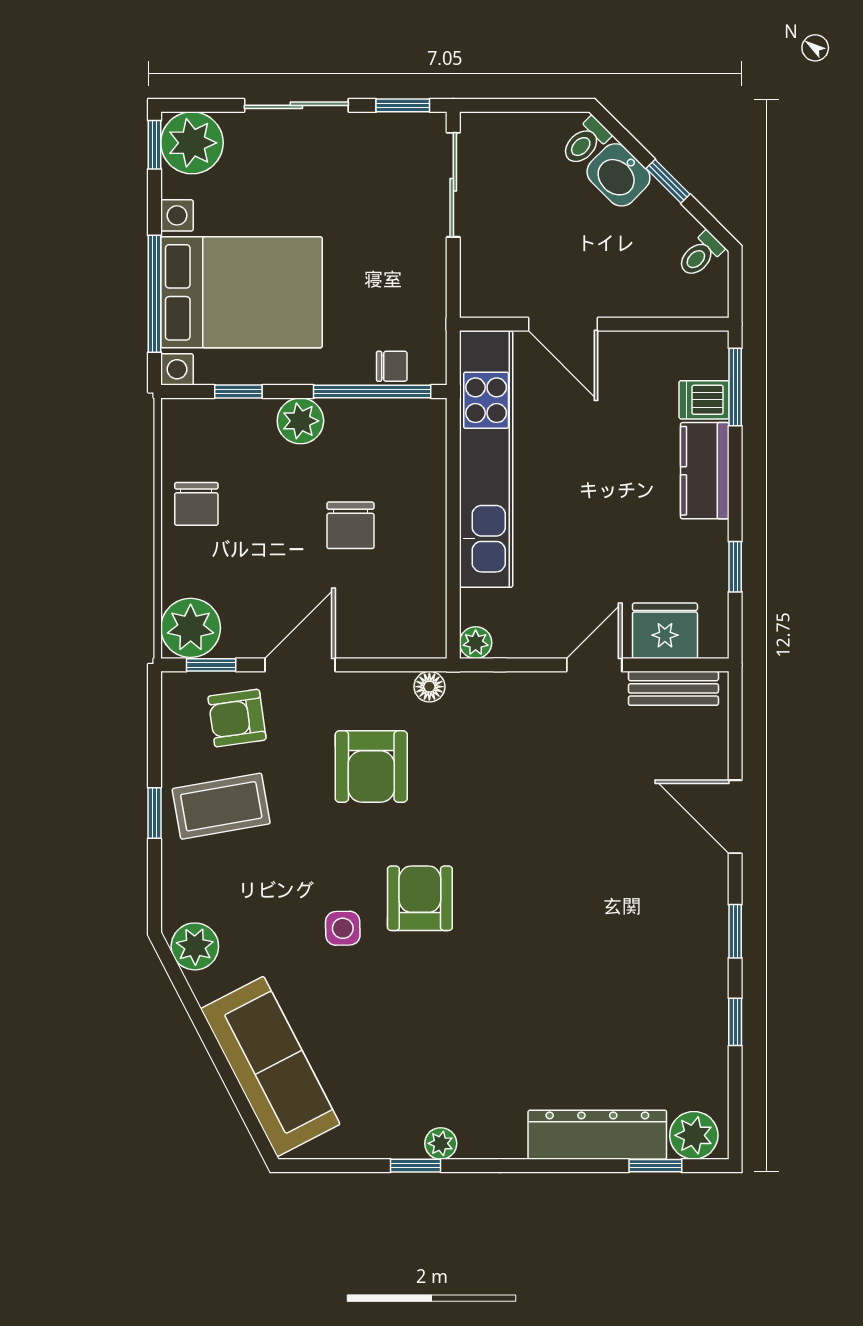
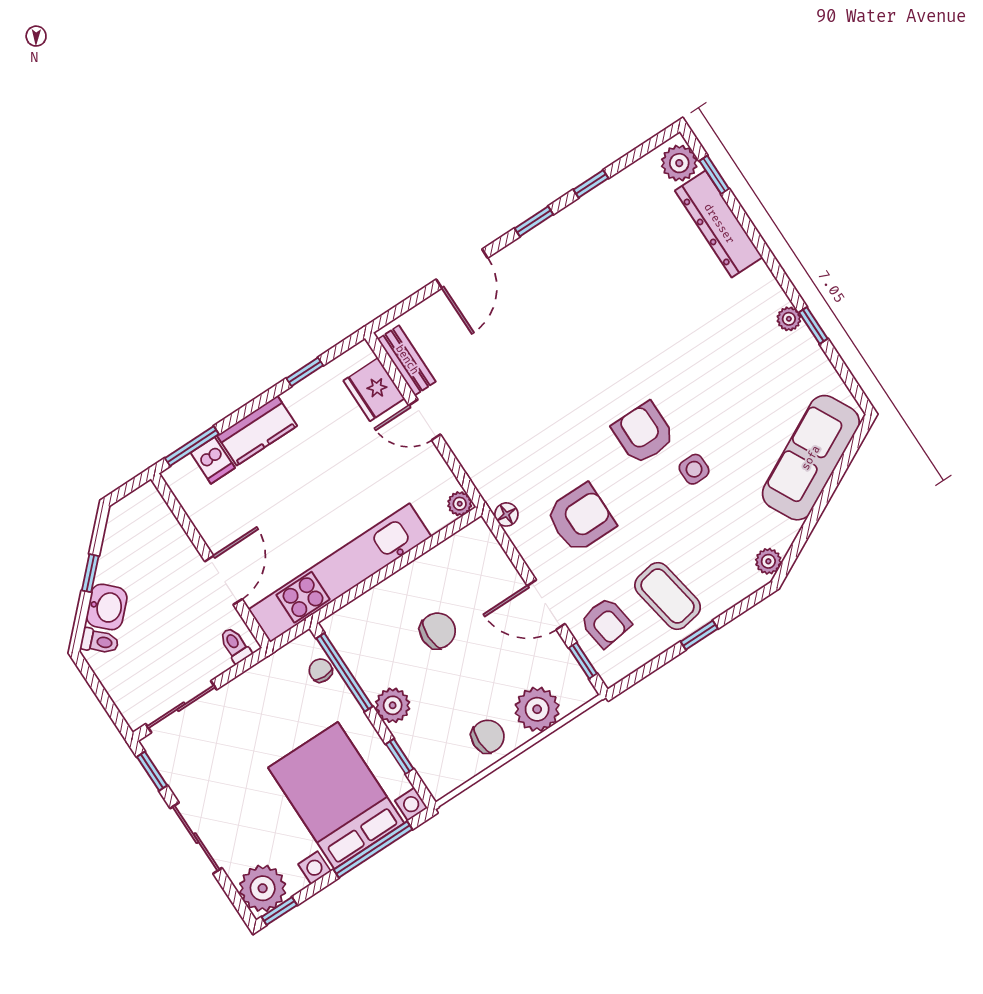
toilet: (700, 255) -> (235, 645), moved, turned -135
plant: (191, 628) -> (537, 709), moved
armchair: (420, 898) -> (643, 433), turned 90
plant: (195, 946) -> (768, 561), width x0.73, depth x0.73

